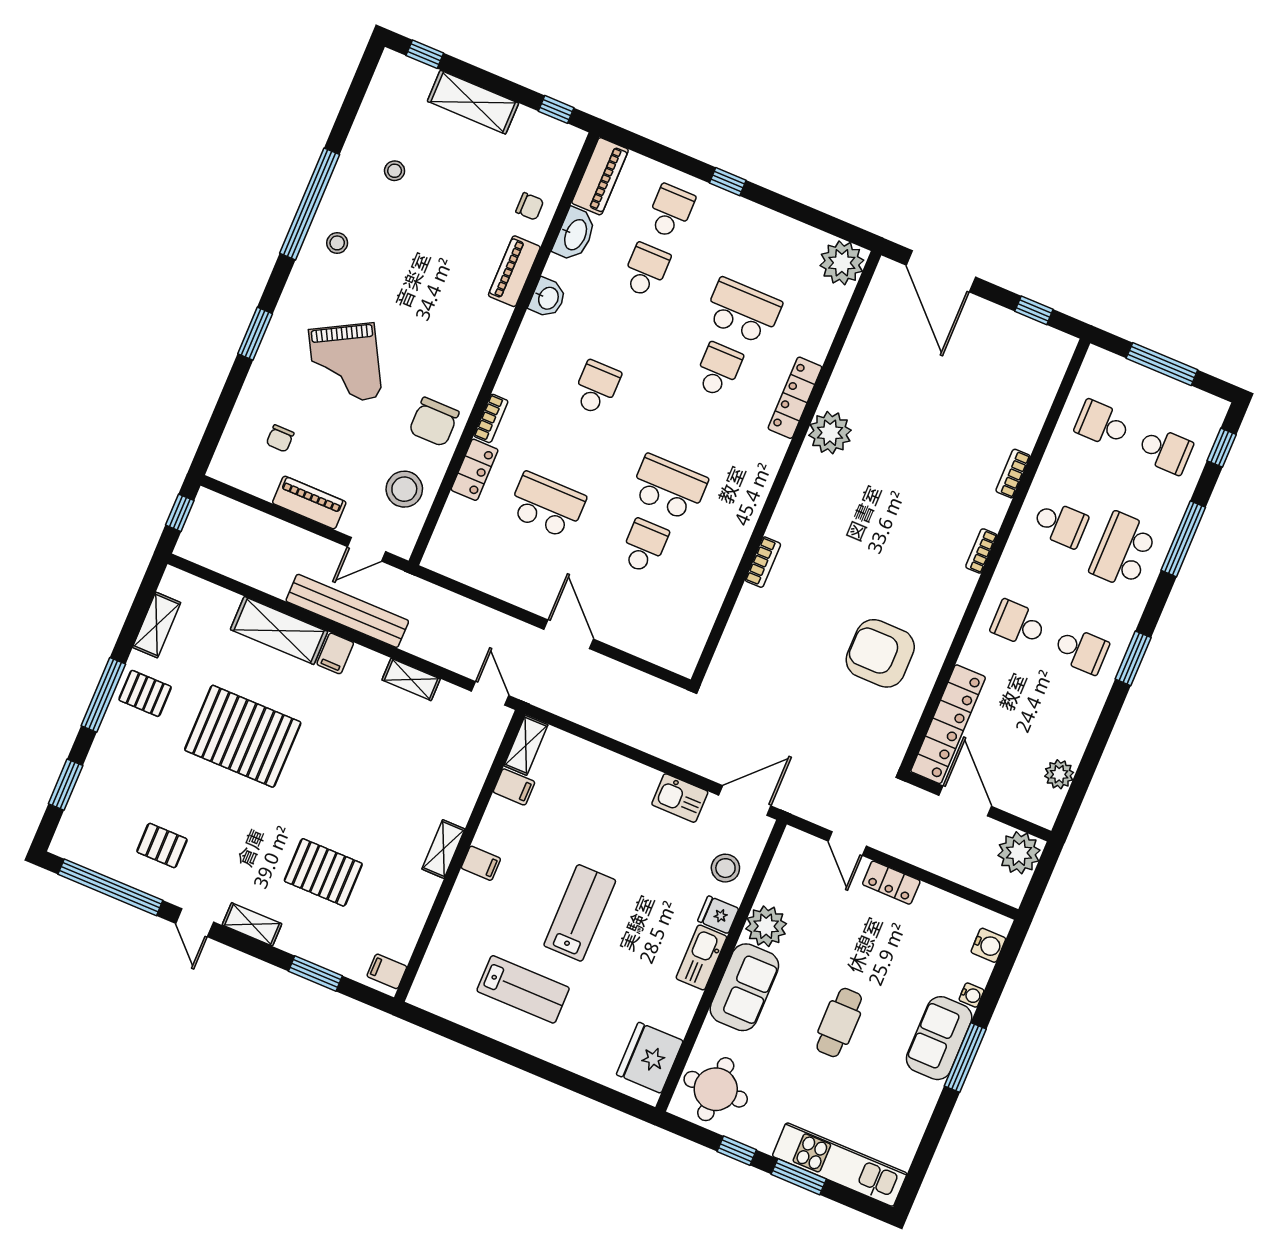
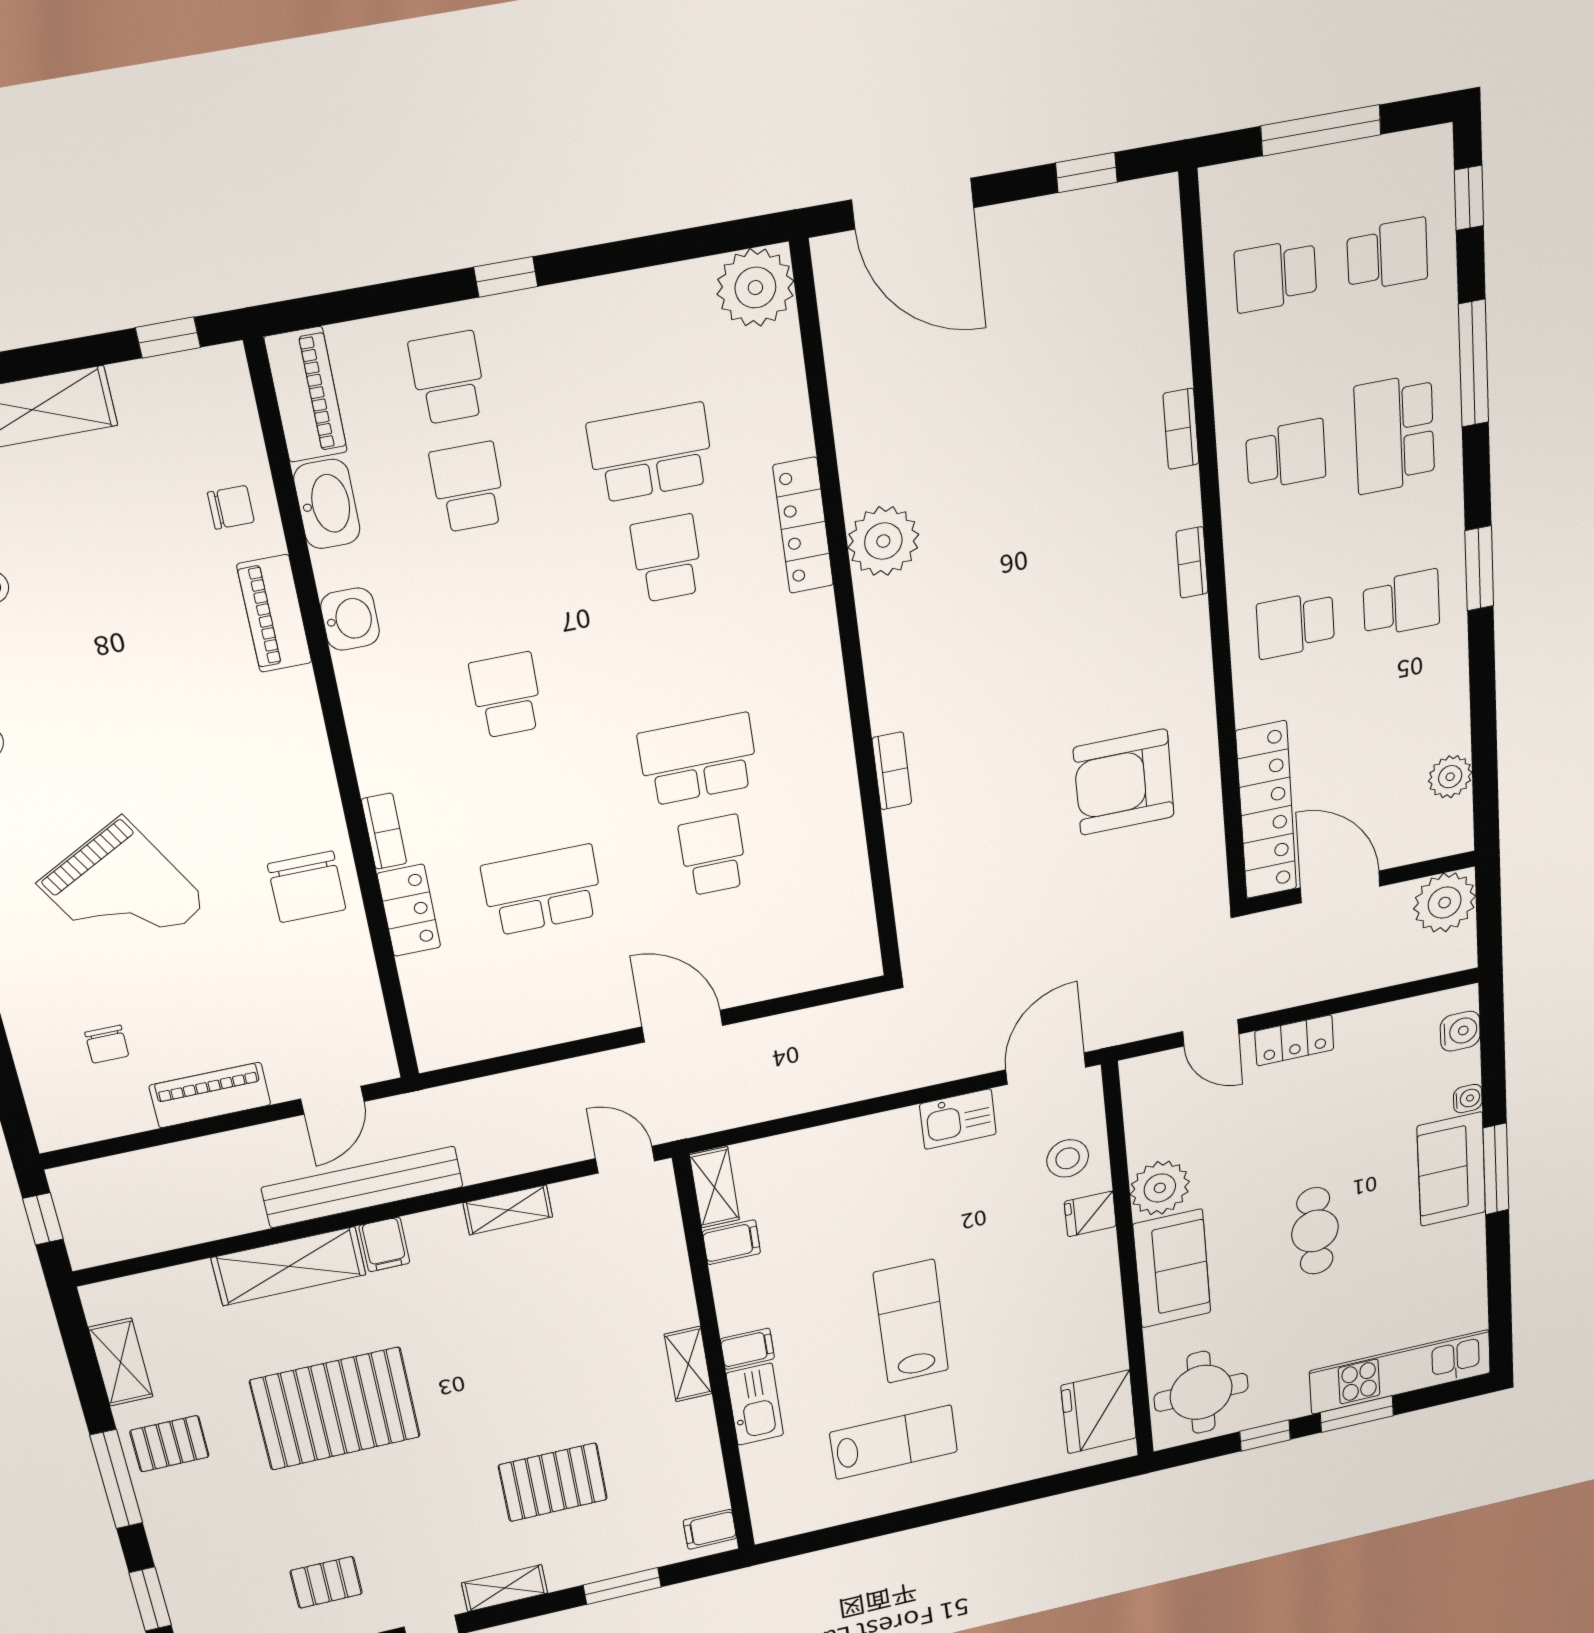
stool: (404, 489) -> (329, 996), removed
kitchen sink: (701, 957) -> (755, 1404), moved, turned 180

